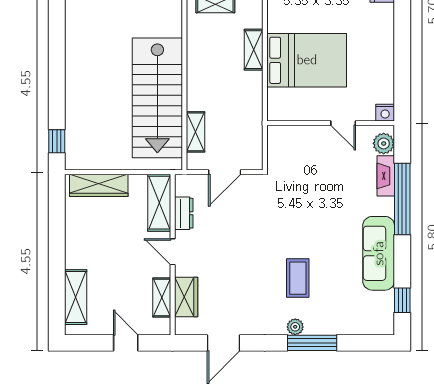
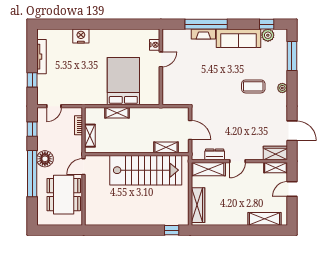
nightstand: (385, 113) -> (155, 45), moved
plant: (384, 143) -> (268, 35), moved
fireplace: (386, 176) -> (203, 34), moved
shelving: (162, 297) -> (276, 168), moved
wardrobe: (186, 297) -> (275, 153), moved
window: (312, 343) -> (292, 56), moved

